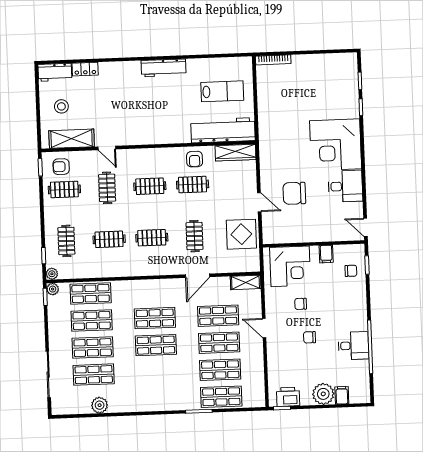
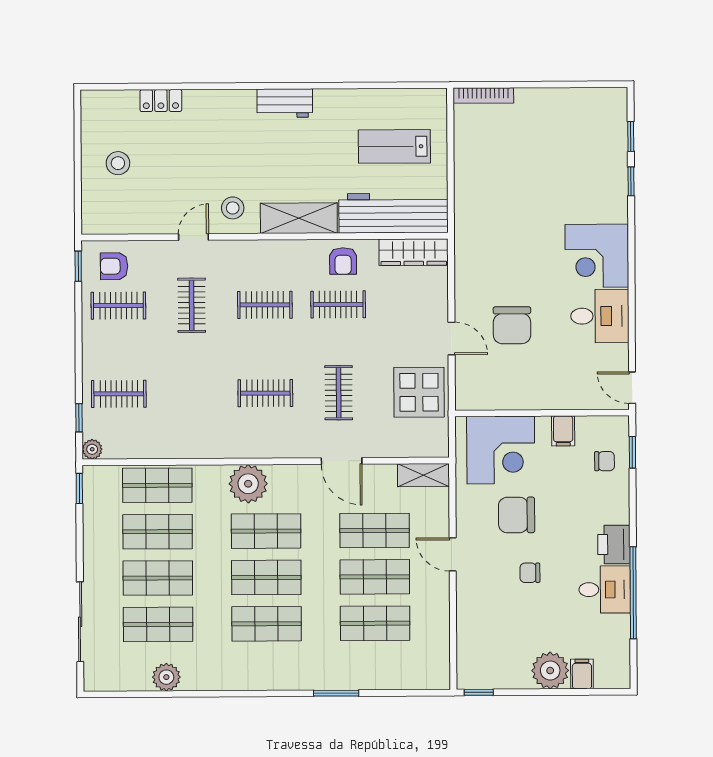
workbench: (164, 68) -> (285, 103), width x0.73
workbench: (55, 72) -> (109, 104), removed
lab bench: (222, 91) -> (394, 146), turned 180
stool: (129, 130) -> (233, 208), added
shelving: (72, 139) -> (299, 218), moved
corner desk: (336, 145) -> (597, 256), width x0.74, depth x0.74
door: (107, 148) -> (193, 237), swing flipped
chair: (294, 193) -> (512, 325), turned -90
clothes rail: (109, 239) -> (192, 394), removed
clothes rail: (66, 241) -> (119, 394), turned 90
door: (198, 276) -> (342, 461), hinge flipped
plant: (53, 289) -> (248, 484), moved, width x1.87, depth x1.87
chair: (301, 304) -> (517, 515), width x1.87, depth x1.87
shop shelf: (221, 397) -> (267, 624), moved
printer: (288, 397) -> (614, 544), moved, turned -90

